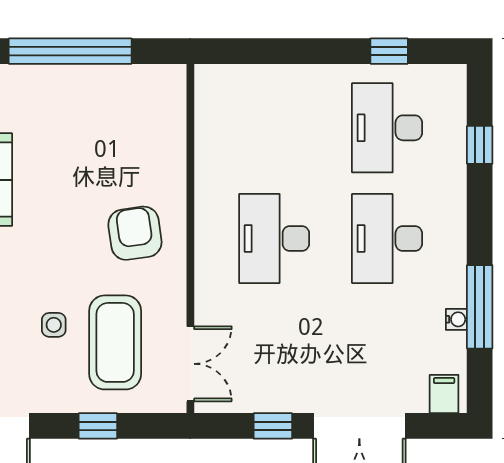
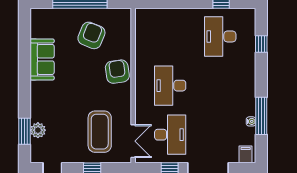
armchair: (96, 125) -> (91, 35), added
armchair: (135, 233) -> (117, 72), moved
desk: (387, 239) -> (170, 135), moved, turned 180
side table: (54, 325) -> (72, 124), removed

